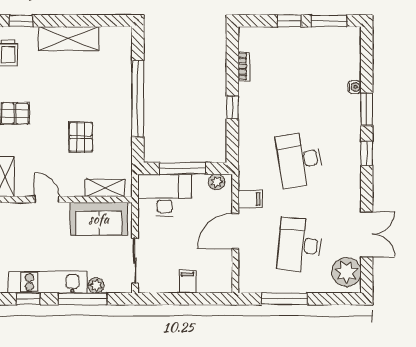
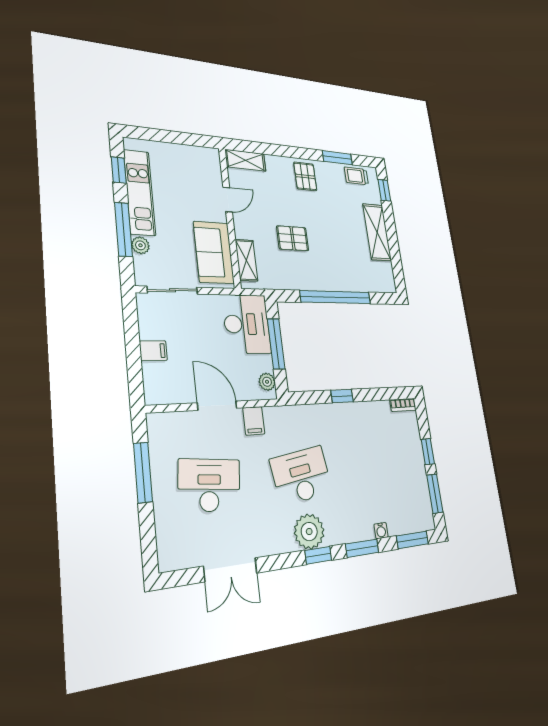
window: (367, 55) -> (412, 540), added
bookcase: (244, 66) -> (403, 405), moved
plant: (346, 272) -> (309, 532), moved

